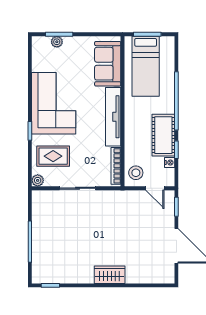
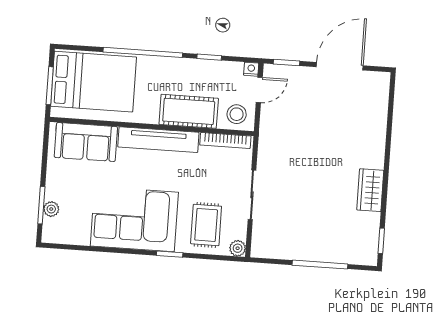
bed: (146, 66) -> (94, 82), width x1.50
cot: (163, 135) -> (189, 111), moved
nightstand: (170, 163) -> (251, 69), moved
wardrobe: (110, 275) -> (370, 190), moved

